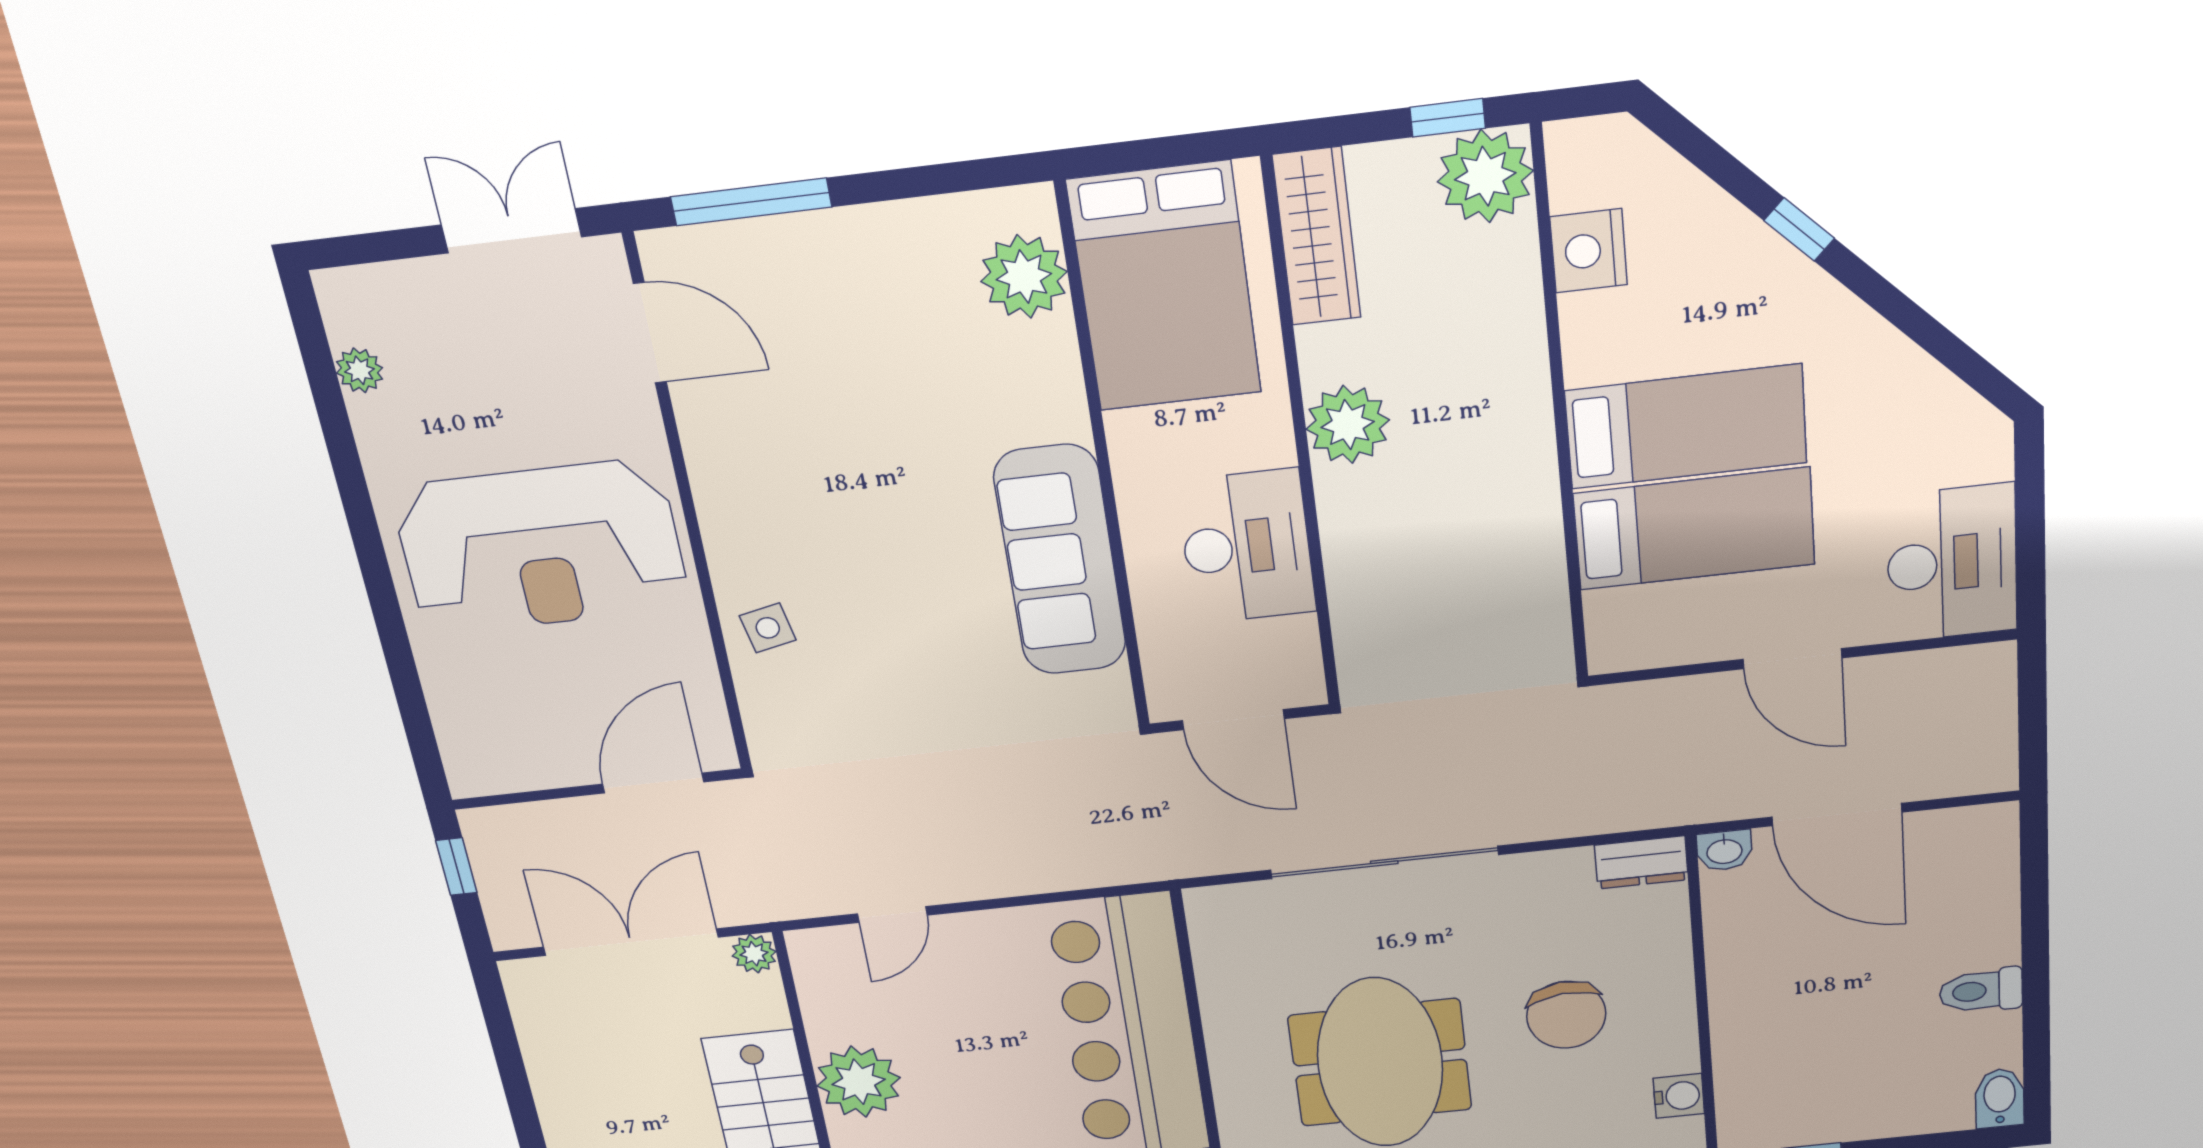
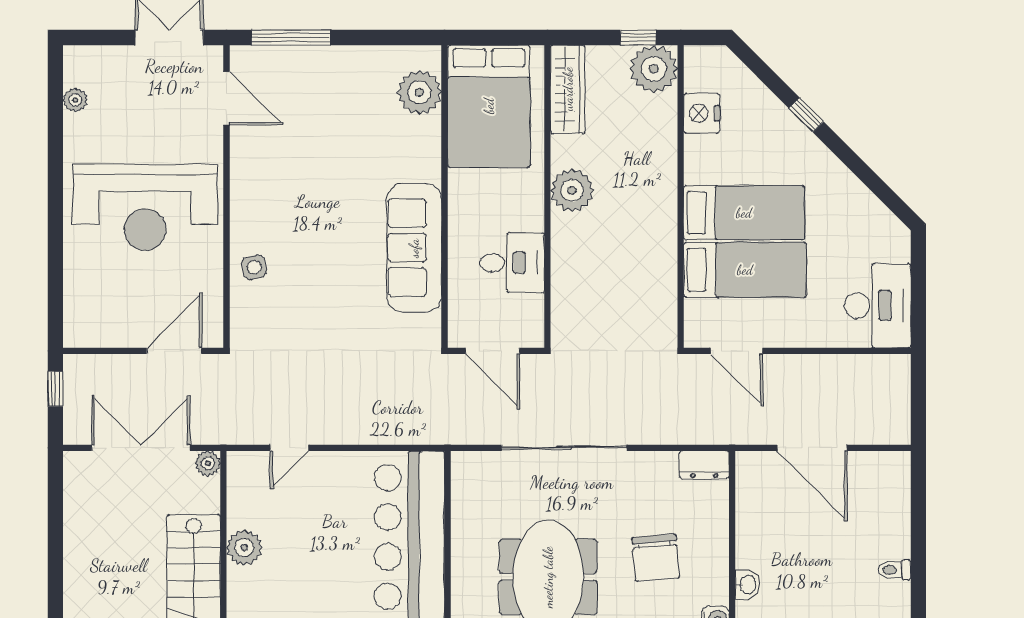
desk: (1246, 547) -> (512, 263), width x0.73
door: (1792, 659) -> (737, 351), moved
washbasin: (1724, 851) -> (747, 585), moved, turned -90
toilet: (1981, 991) -> (894, 570), width x0.73, depth x0.72
plant: (859, 1082) -> (244, 548), width x0.73, depth x0.73

